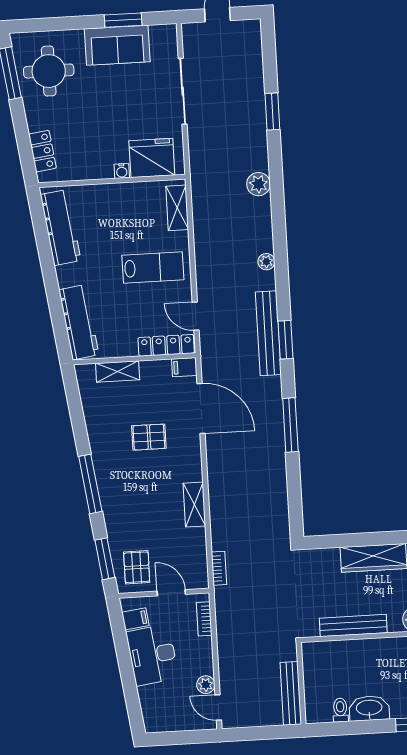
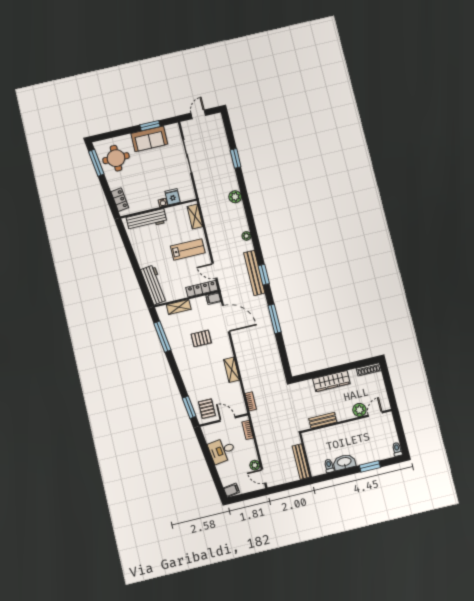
fridge: (152, 158) -> (173, 197), width x0.53, depth x0.75
workbench: (61, 228) -> (147, 220), moved, turned 98
window: (90, 484) -> (162, 337), moved
filing cabinet: (135, 619) -> (231, 490), moved
bench: (353, 626) -> (323, 420), width x0.73
desk: (152, 655) -> (222, 450), width x0.73

